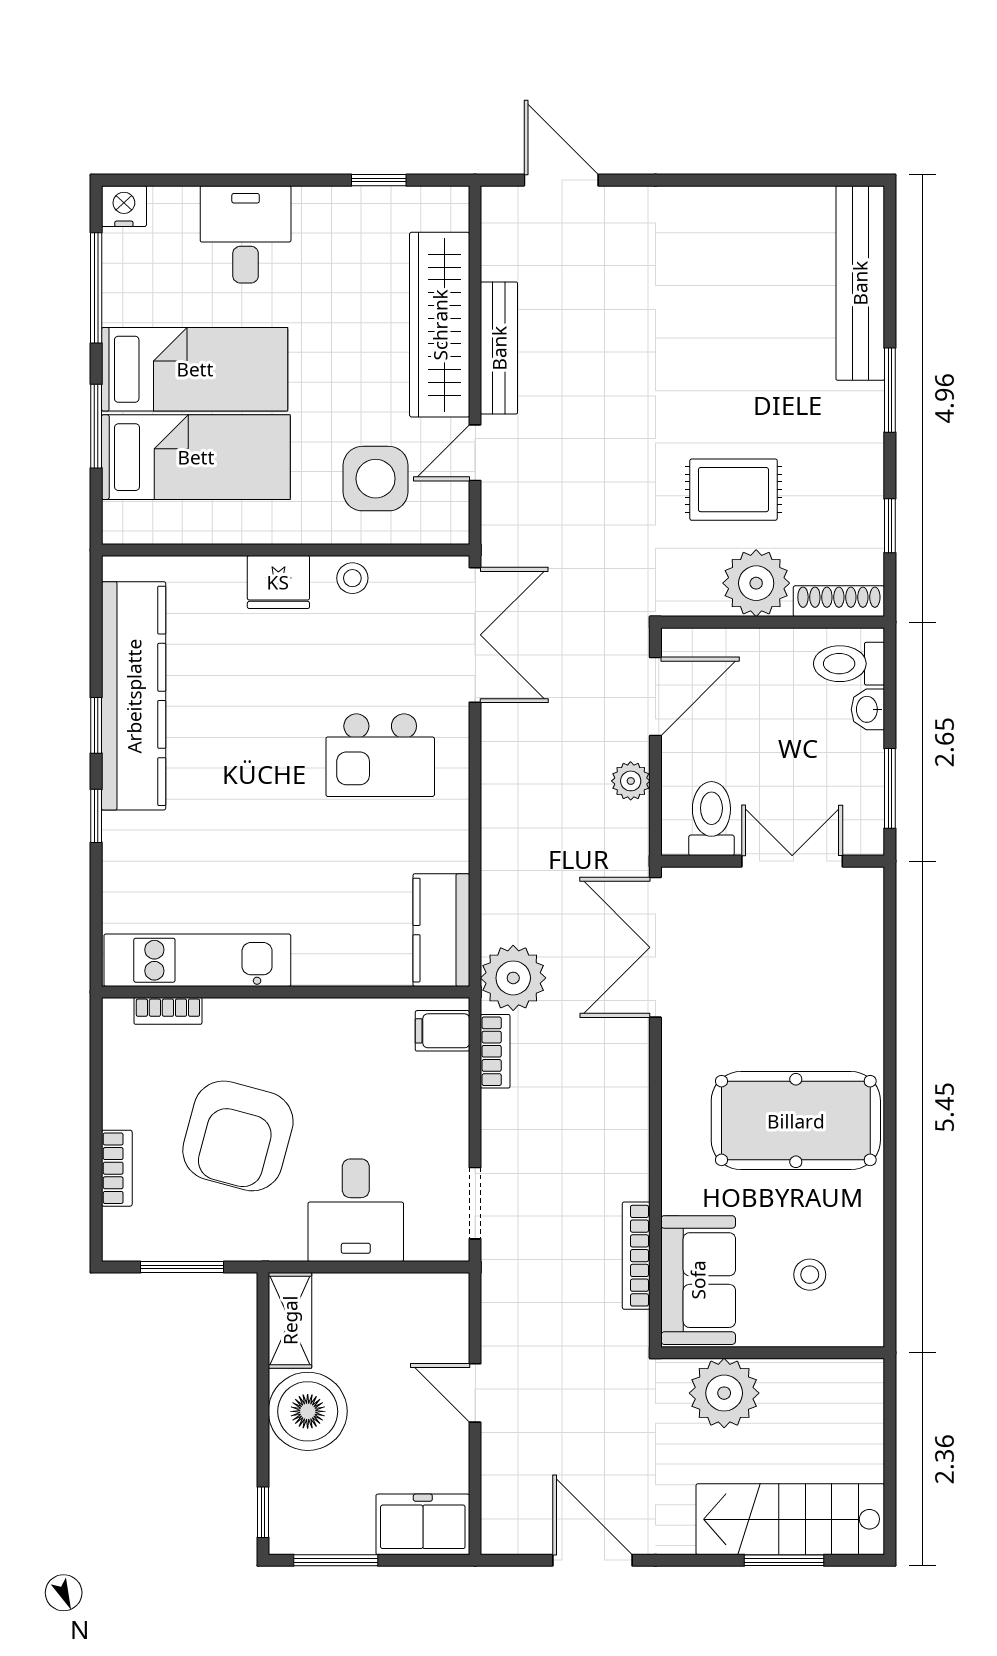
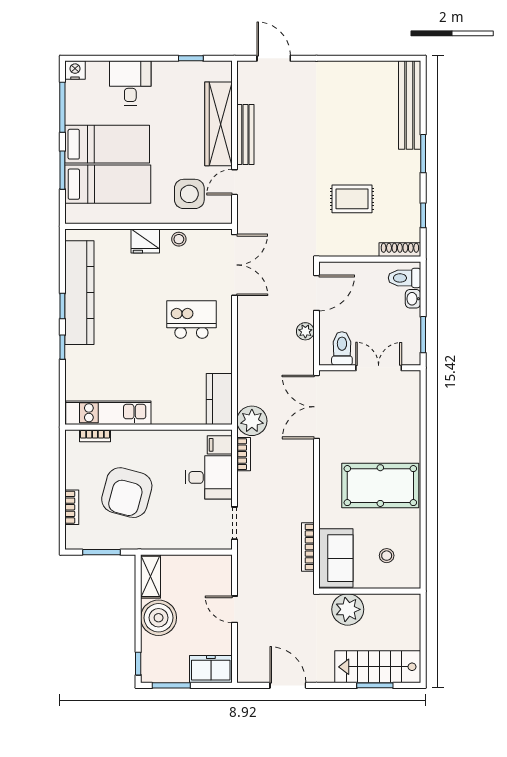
plant: (756, 583) -> (362, 241), removed
kitchen island: (380, 755) -> (191, 320), turned 180
desk: (356, 1210) -> (209, 477), moved, turned -90

